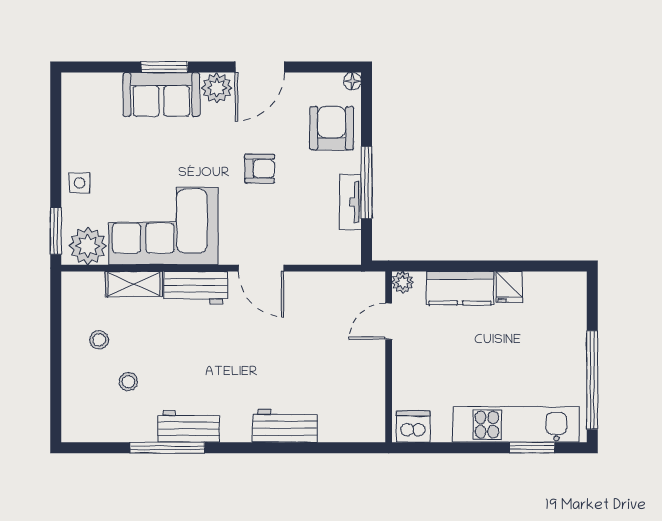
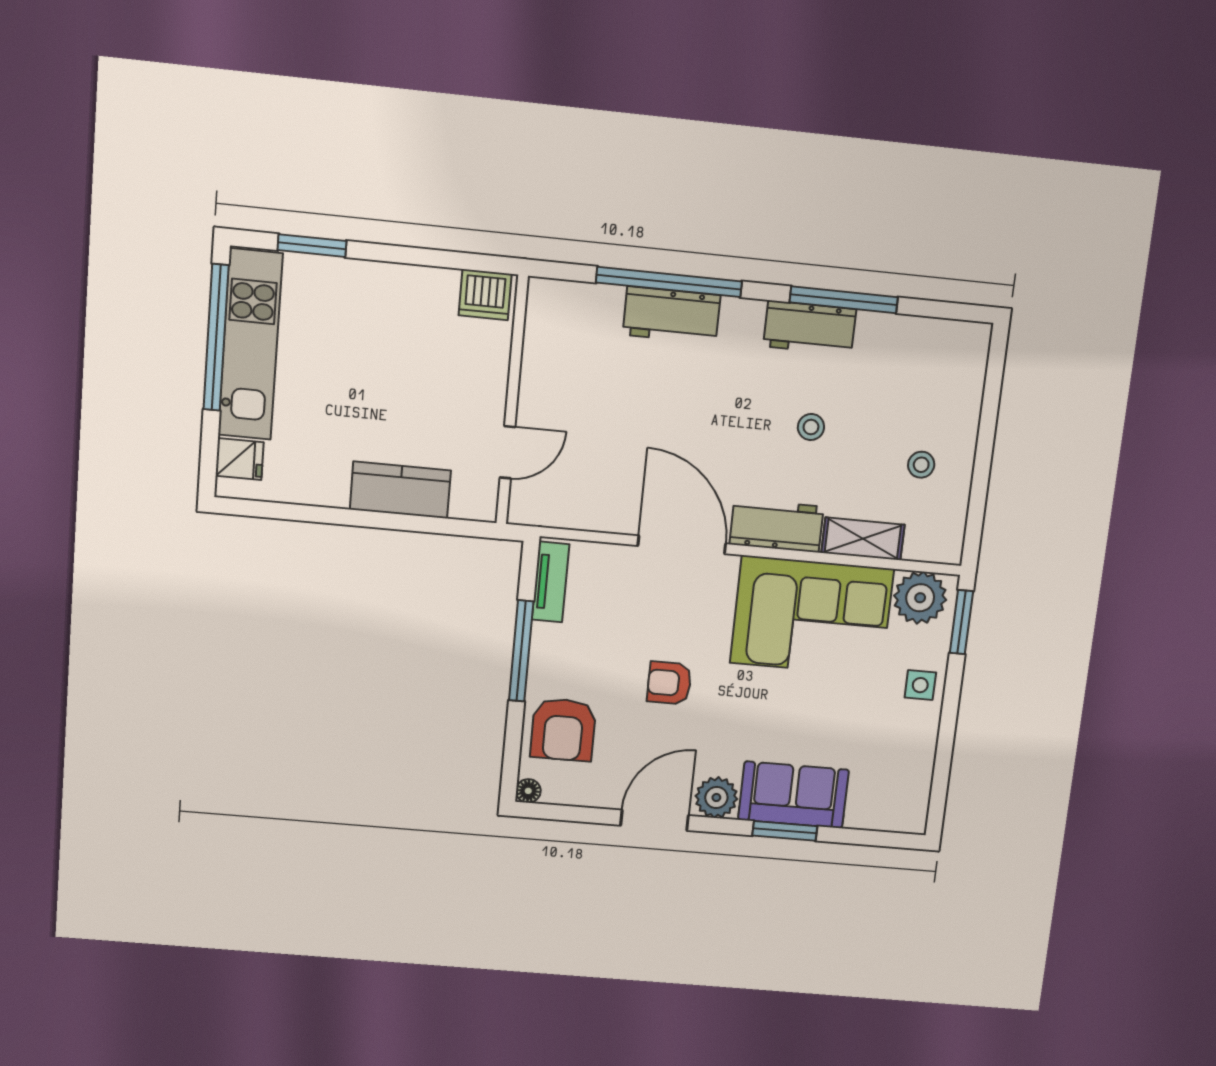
tv unit: (350, 202) -> (551, 582), moved
door: (261, 268) -> (682, 545), width x1.36
plant: (403, 282) -> (482, 506), removed
fridge: (509, 287) -> (240, 459), moved, turned 90
stool: (128, 382) -> (811, 427), moved
kitchen unit: (516, 424) -> (250, 345), moved, turned -90
window: (289, 448) -> (669, 282), added

